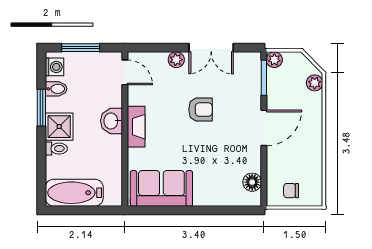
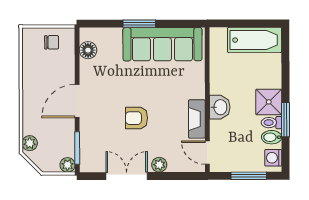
fireplace: (136, 127) -> (197, 119), moved
toilet: (56, 149) -> (271, 123), moved
sofa: (161, 188) -> (162, 44), width x1.36
window: (197, 210) -> (139, 24), added

